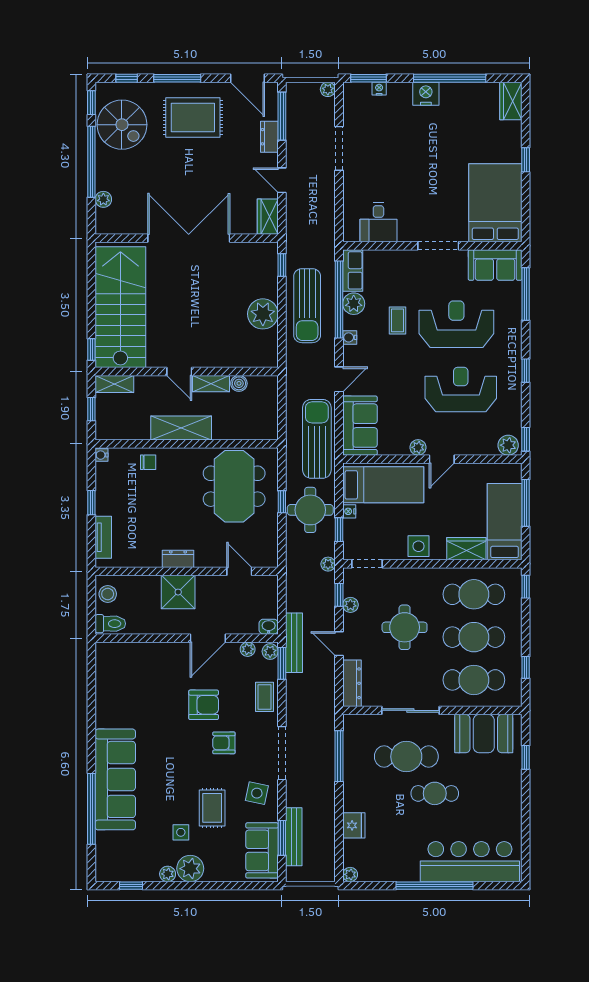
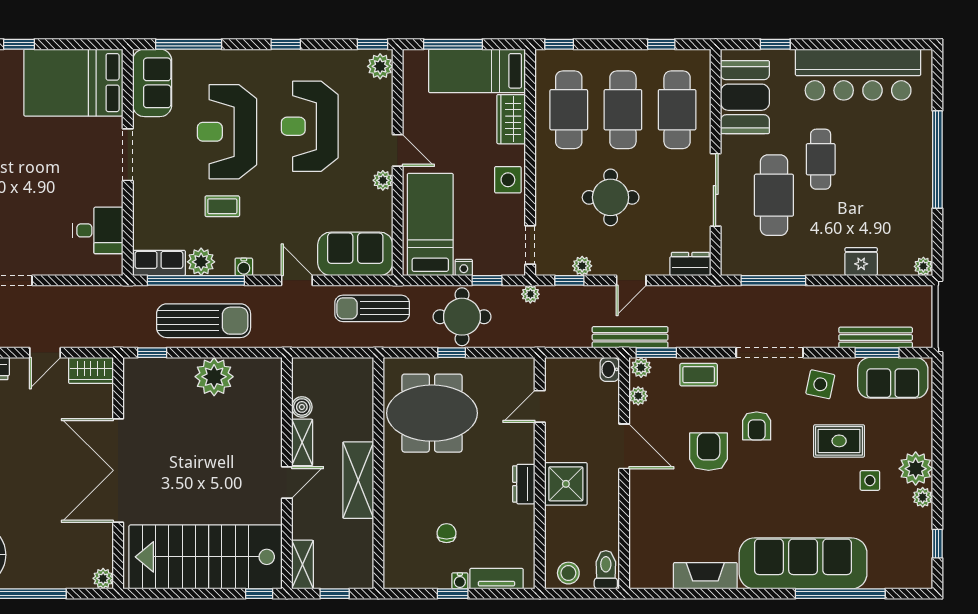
plant: (103, 199) -> (103, 578), moved
sun lounger: (317, 439) -> (372, 308), width x0.73, depth x0.75
water cooler: (102, 455) -> (460, 581), moved
chair: (148, 462) -> (447, 533), moved
dresser: (352, 683) -> (690, 264), width x0.70
fireplace: (106, 702) -> (705, 576), added
bar counter: (470, 862) -> (858, 75), moved, turned -90

